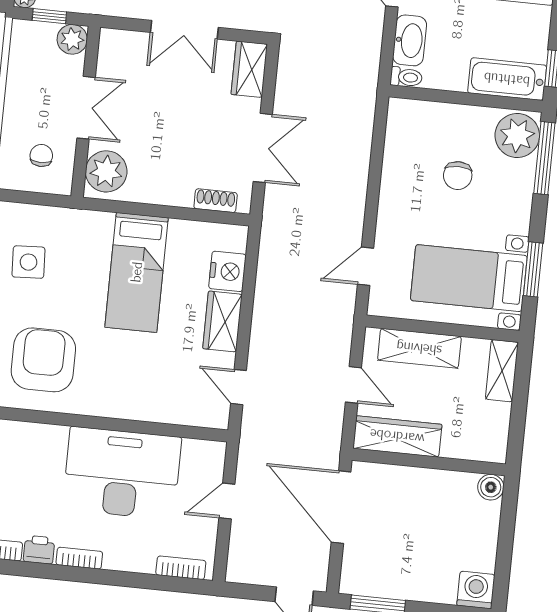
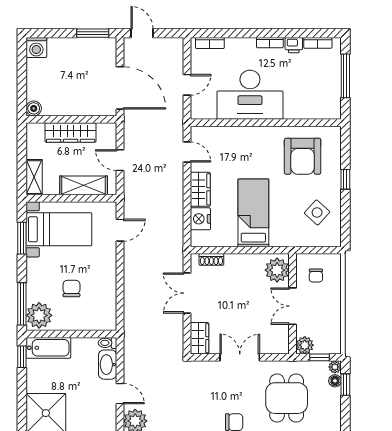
side table: (28, 262) -> (317, 212), turned 45
wardrobe: (397, 436) -> (71, 133), moved

